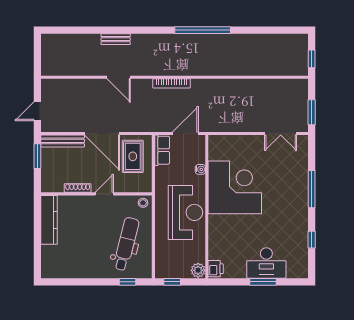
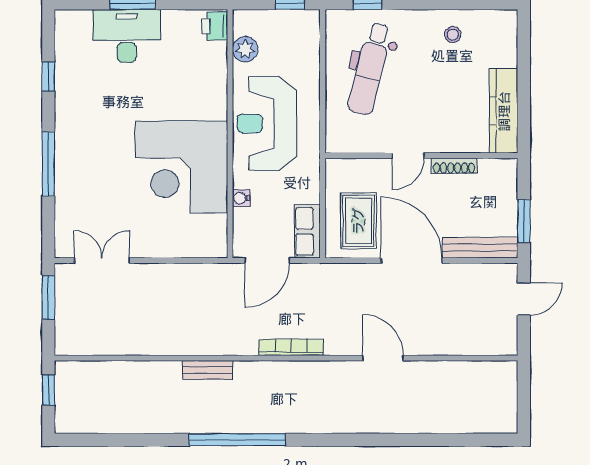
bench: (116, 39) -> (207, 370), moved
stool: (143, 203) -> (453, 35), moved
plant: (198, 270) -> (245, 49), moved

